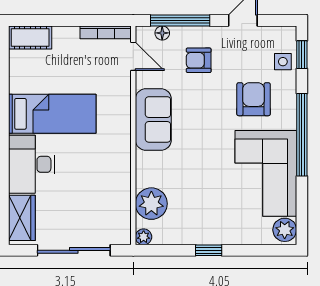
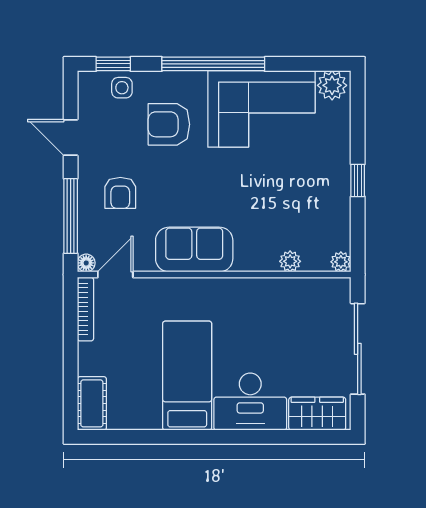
floor lamp: (162, 33) -> (86, 263), moved
plant: (151, 204) -> (290, 261), width x0.53, depth x0.53

